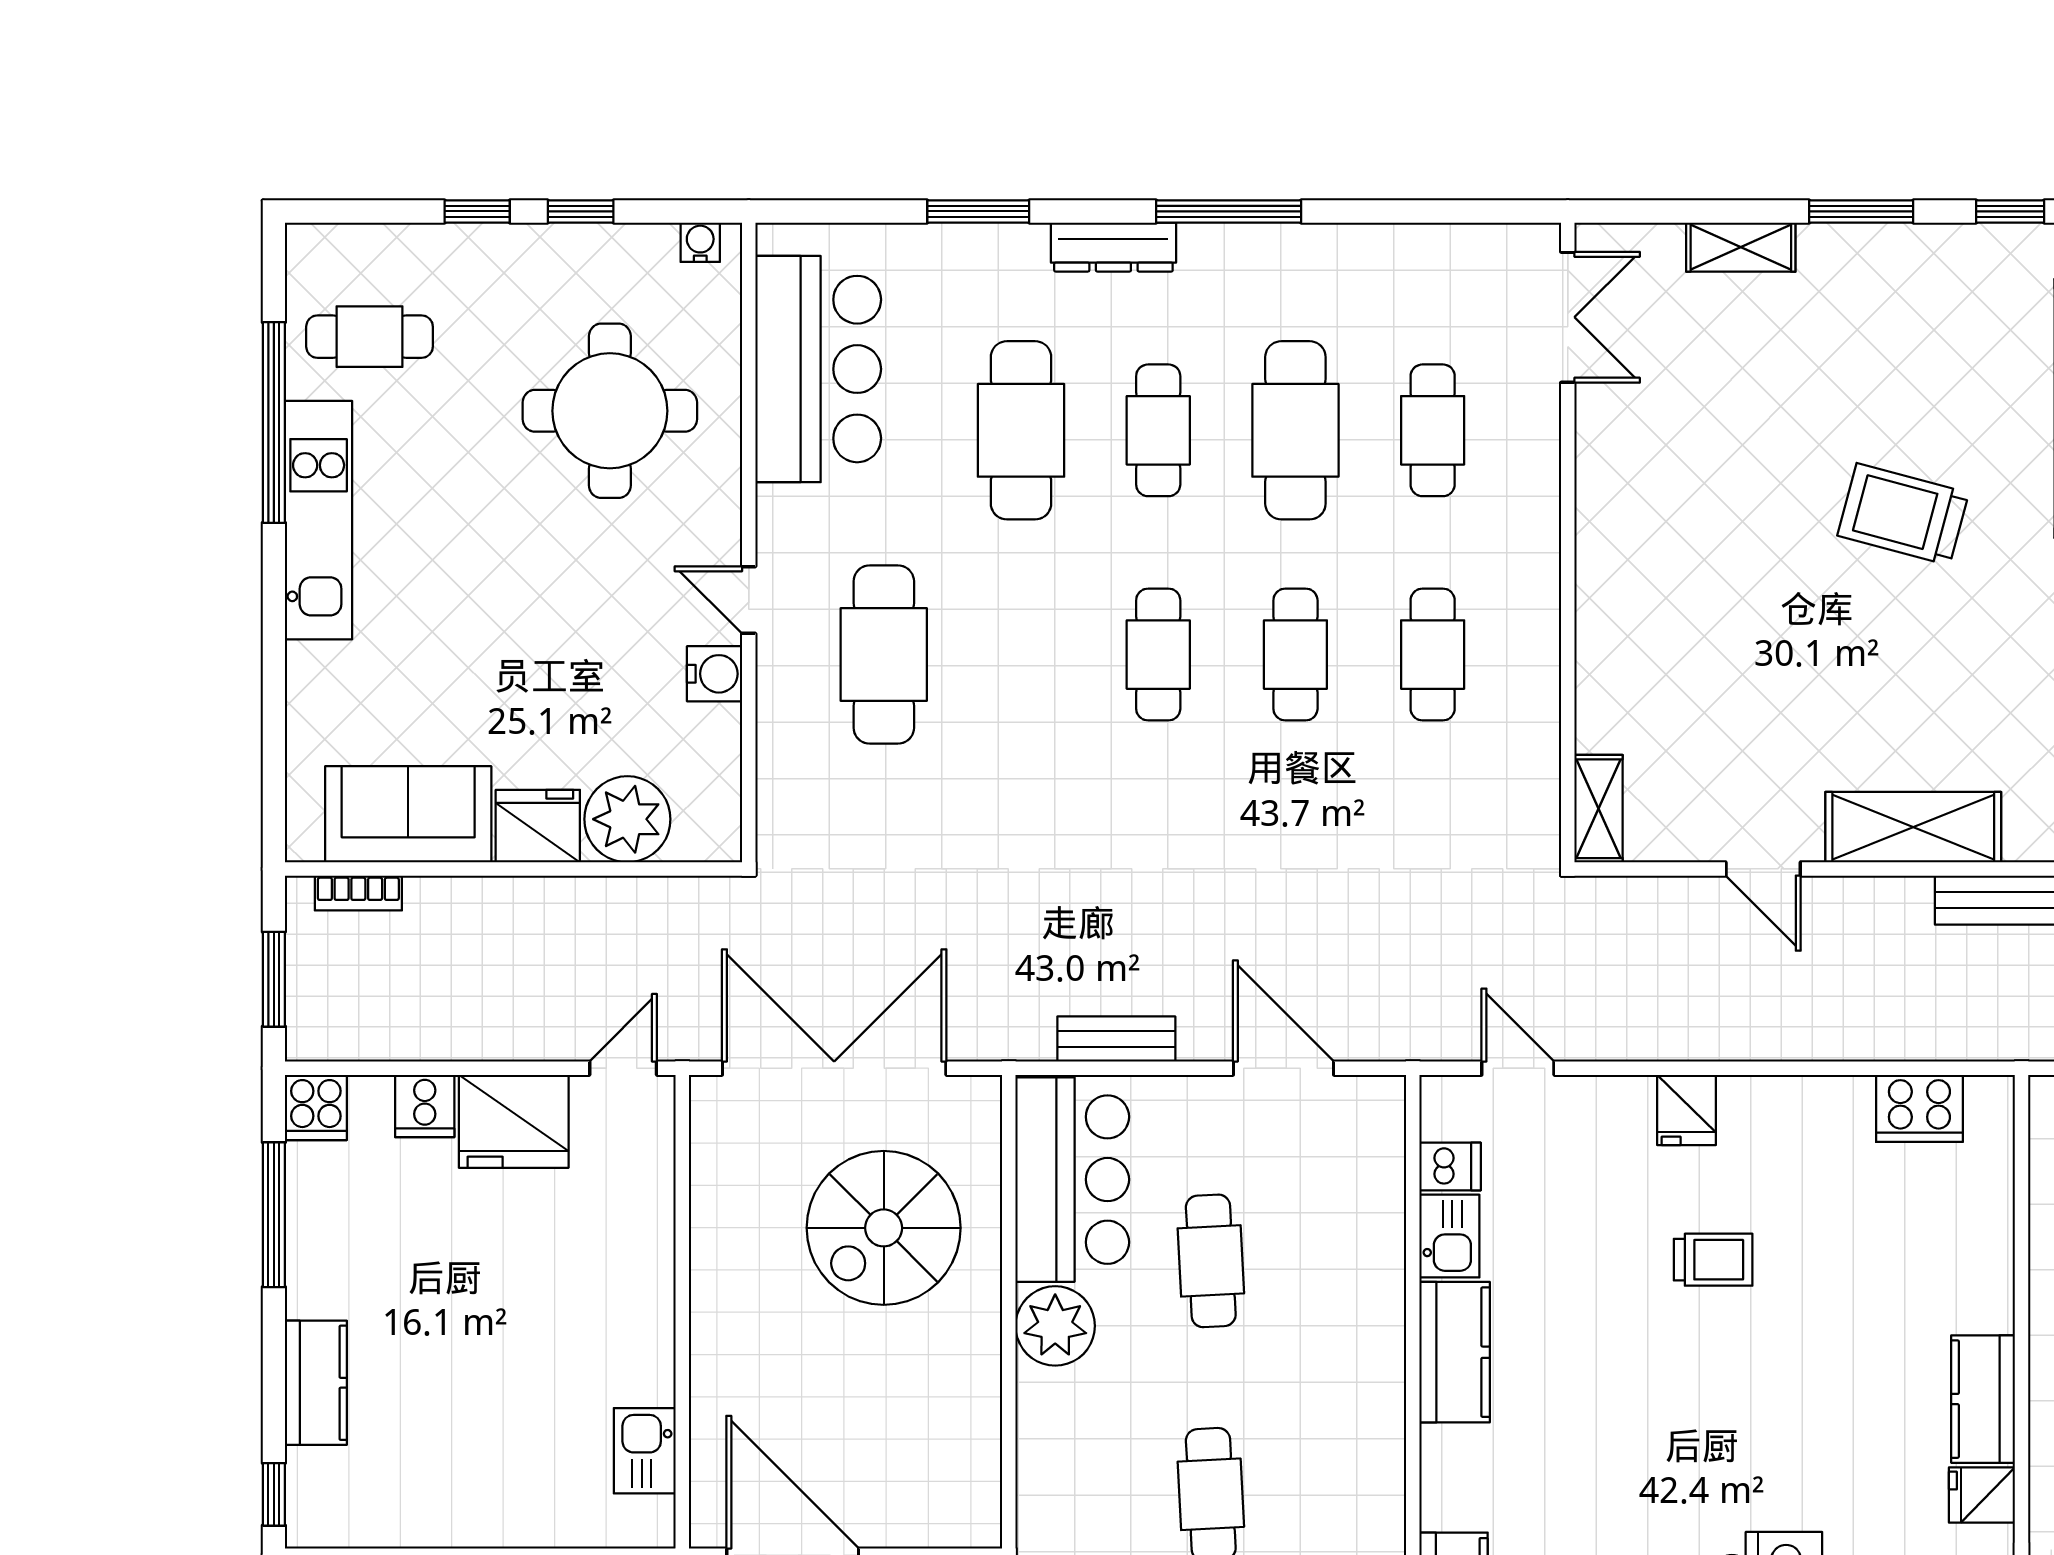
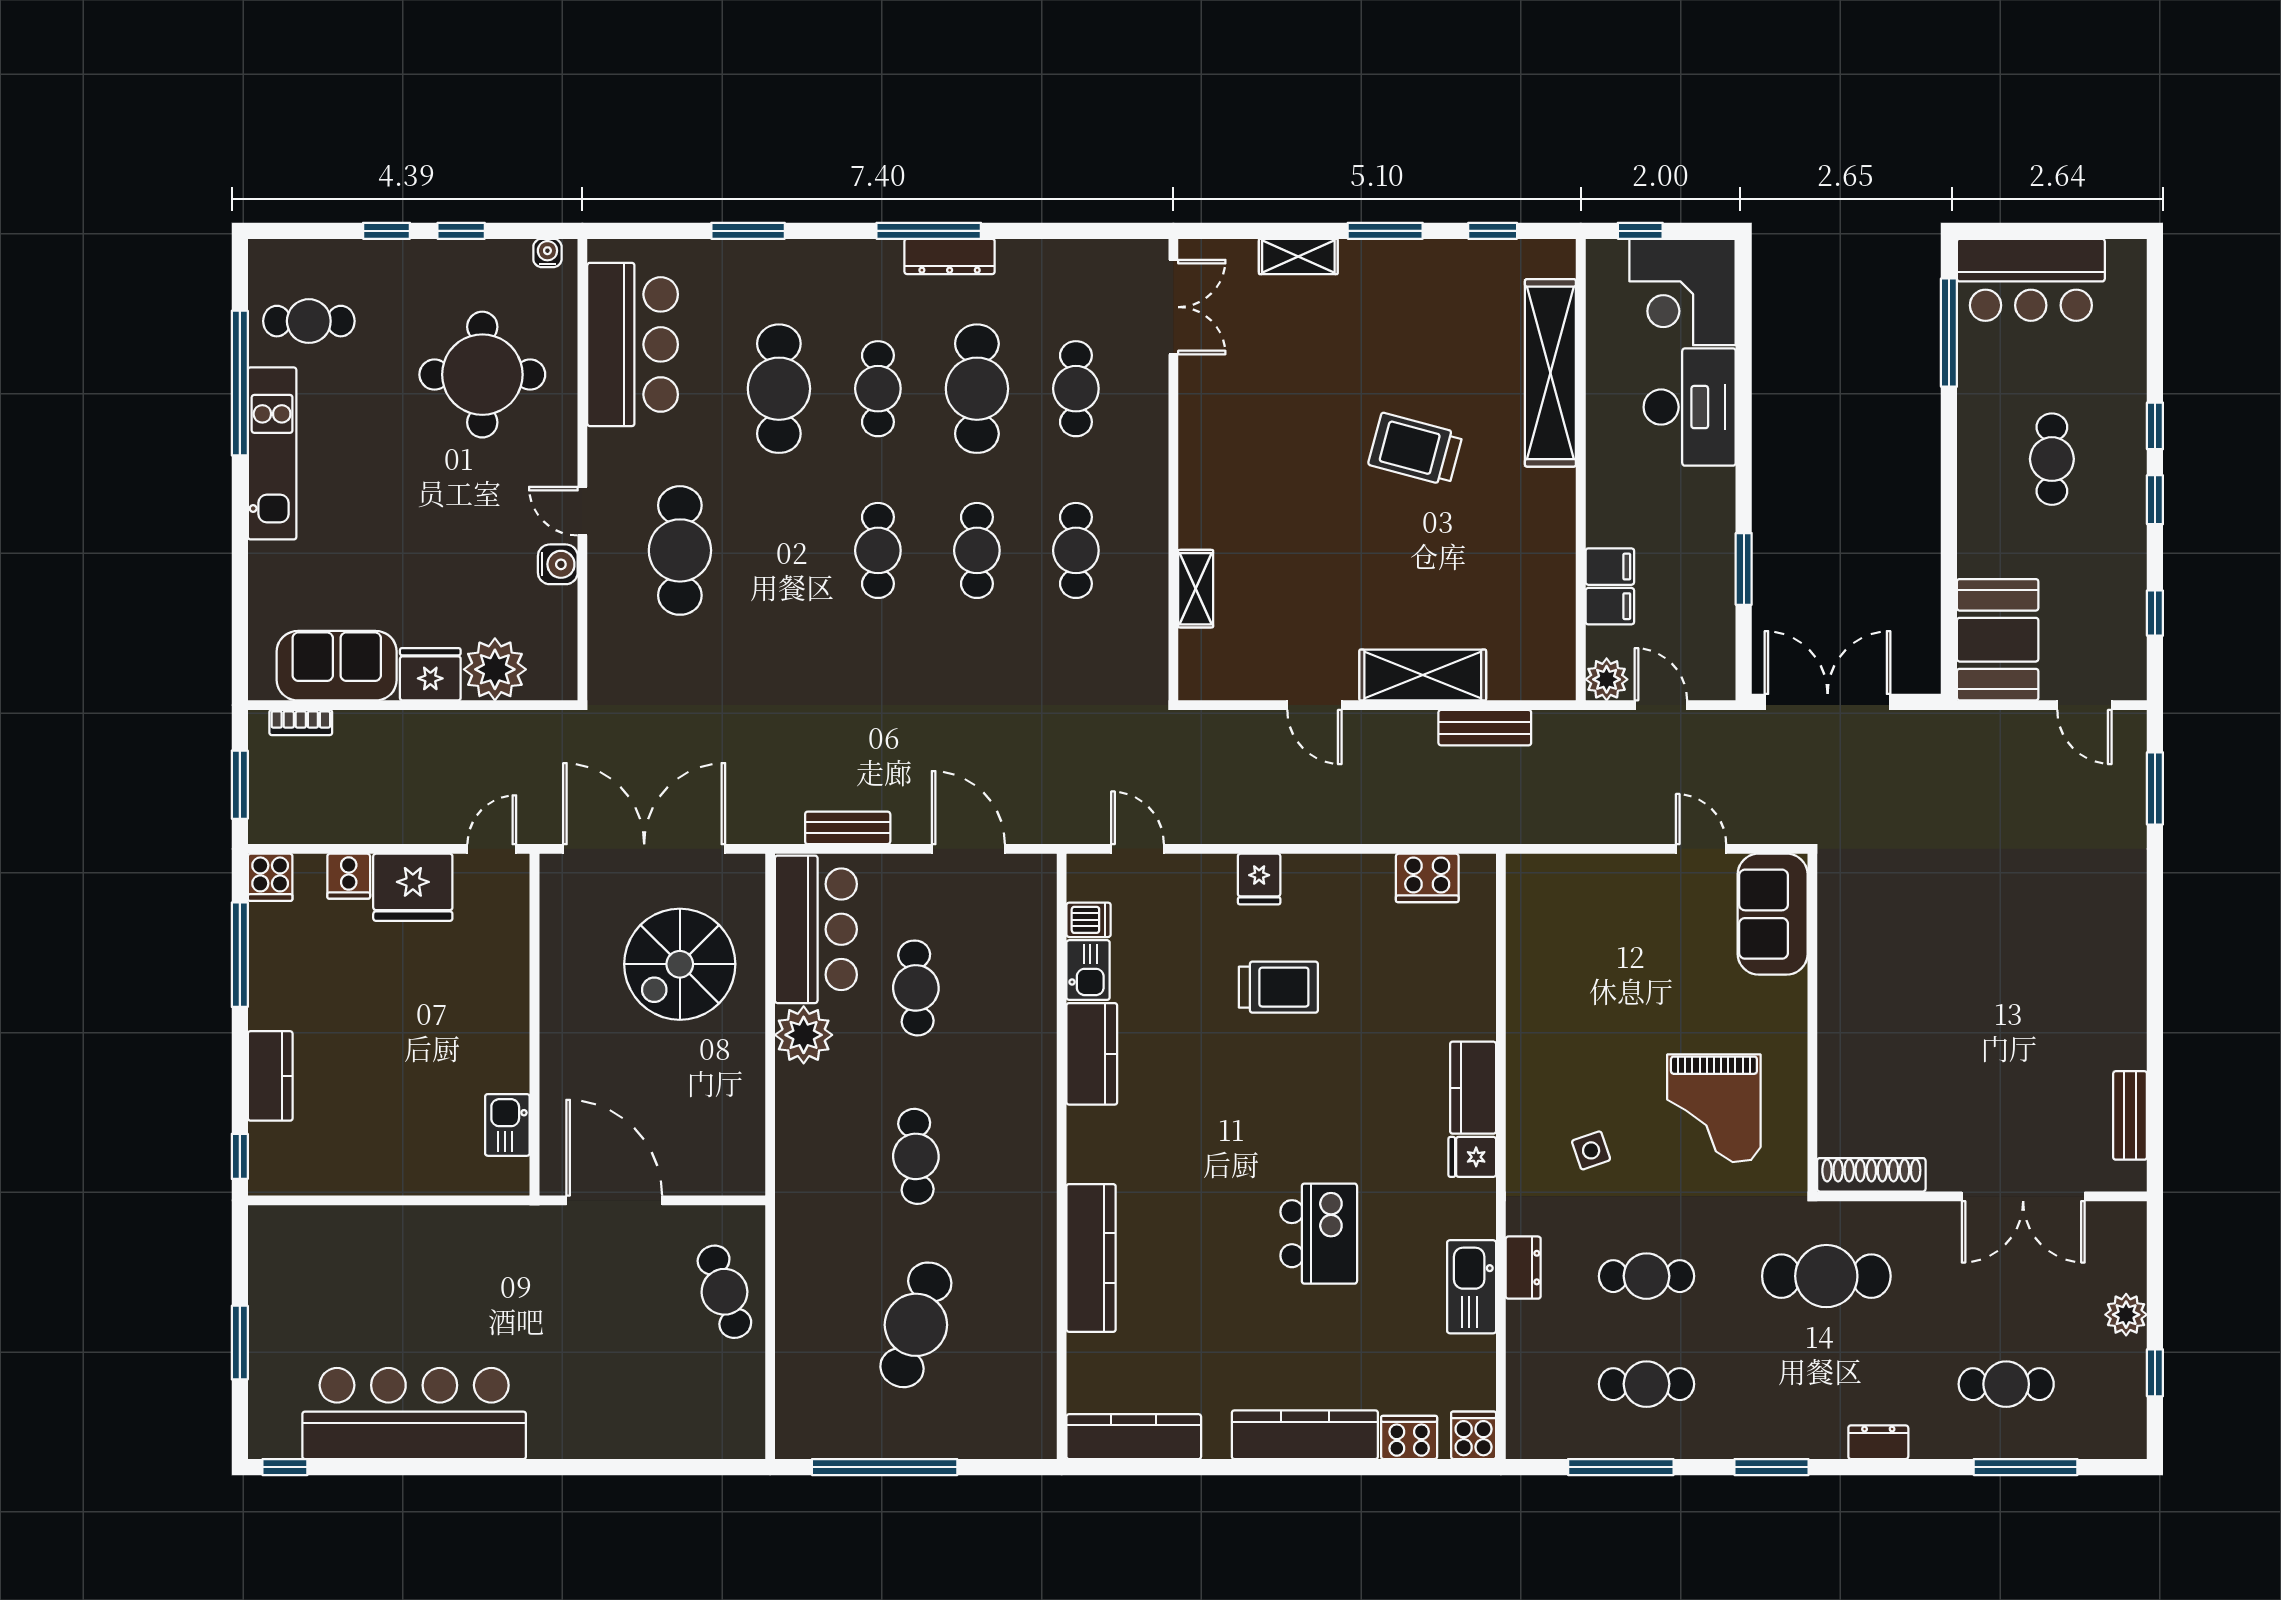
dresser: (1113, 247) -> (950, 256), moved
shelving: (1599, 809) -> (1196, 589), moved
trolley: (1713, 1260) -> (1278, 987), width x1.36, depth x1.39

